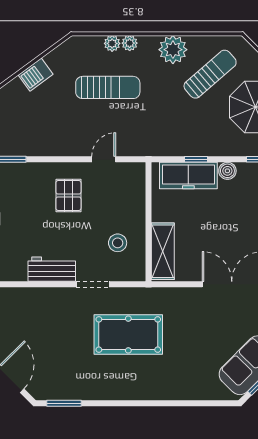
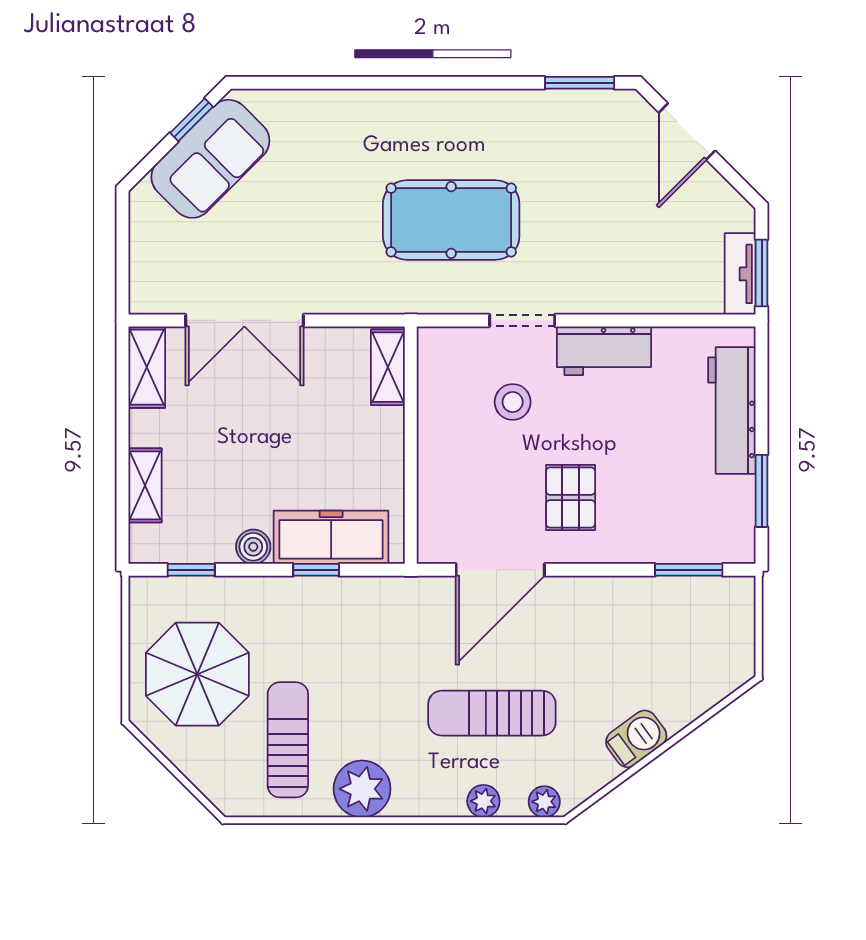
plant: (130, 43) -> (544, 802), moved
sun lounger: (210, 74) -> (288, 740), turned 131
door: (104, 159) -> (500, 570), width x1.88
stool: (118, 243) -> (513, 402), moved
shelving: (163, 251) -> (388, 367), width x0.67, depth x0.75

